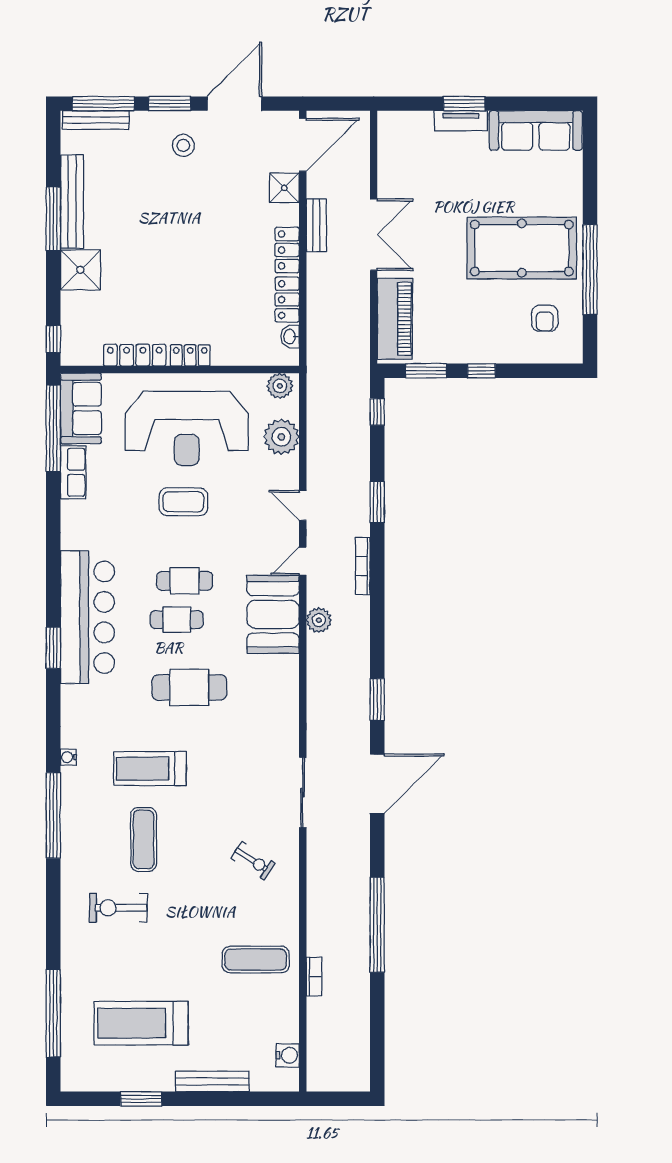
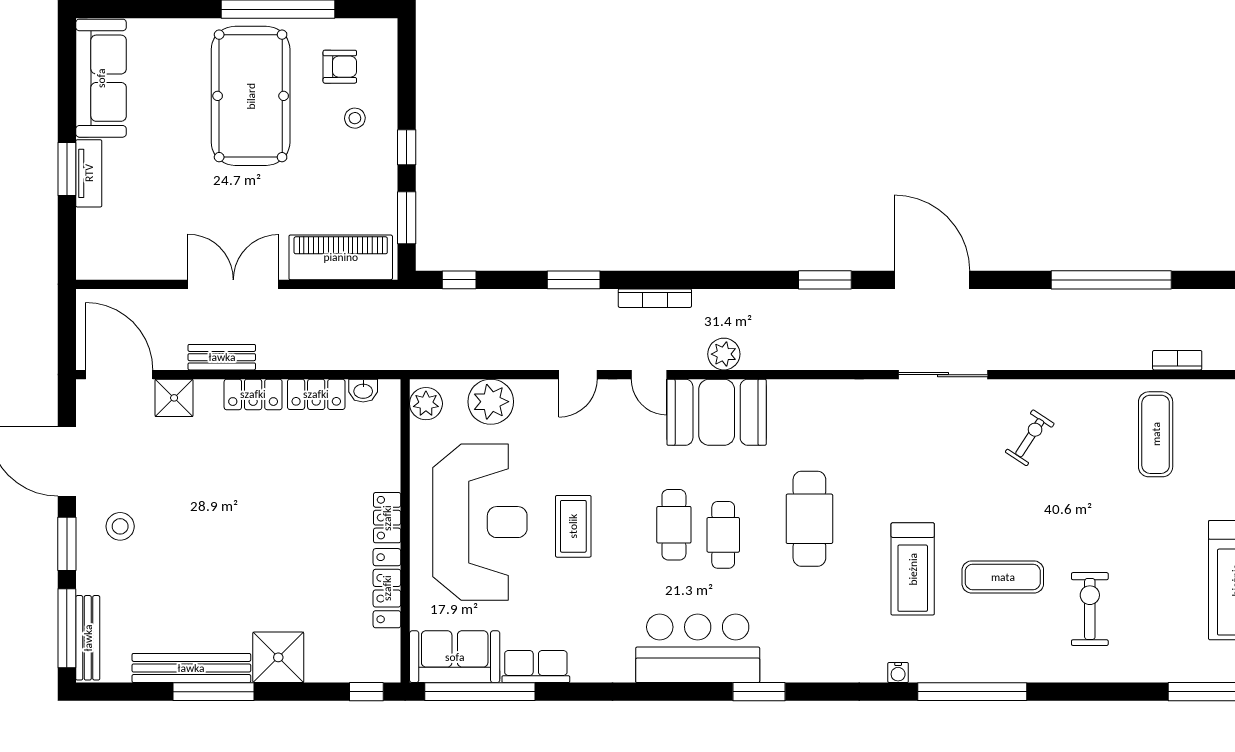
stool: (504, 330) -> (355, 118), added
bar counter: (87, 617) -> (698, 648), width x0.73
exercise bike: (118, 908) -> (1090, 609), turned 180

